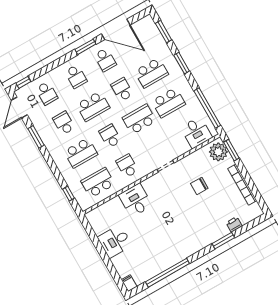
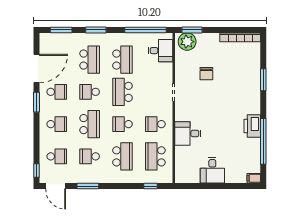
bookcase: (242, 185) -> (240, 37), moved
printer: (234, 224) -> (252, 126), moved, width x1.87, depth x1.48

